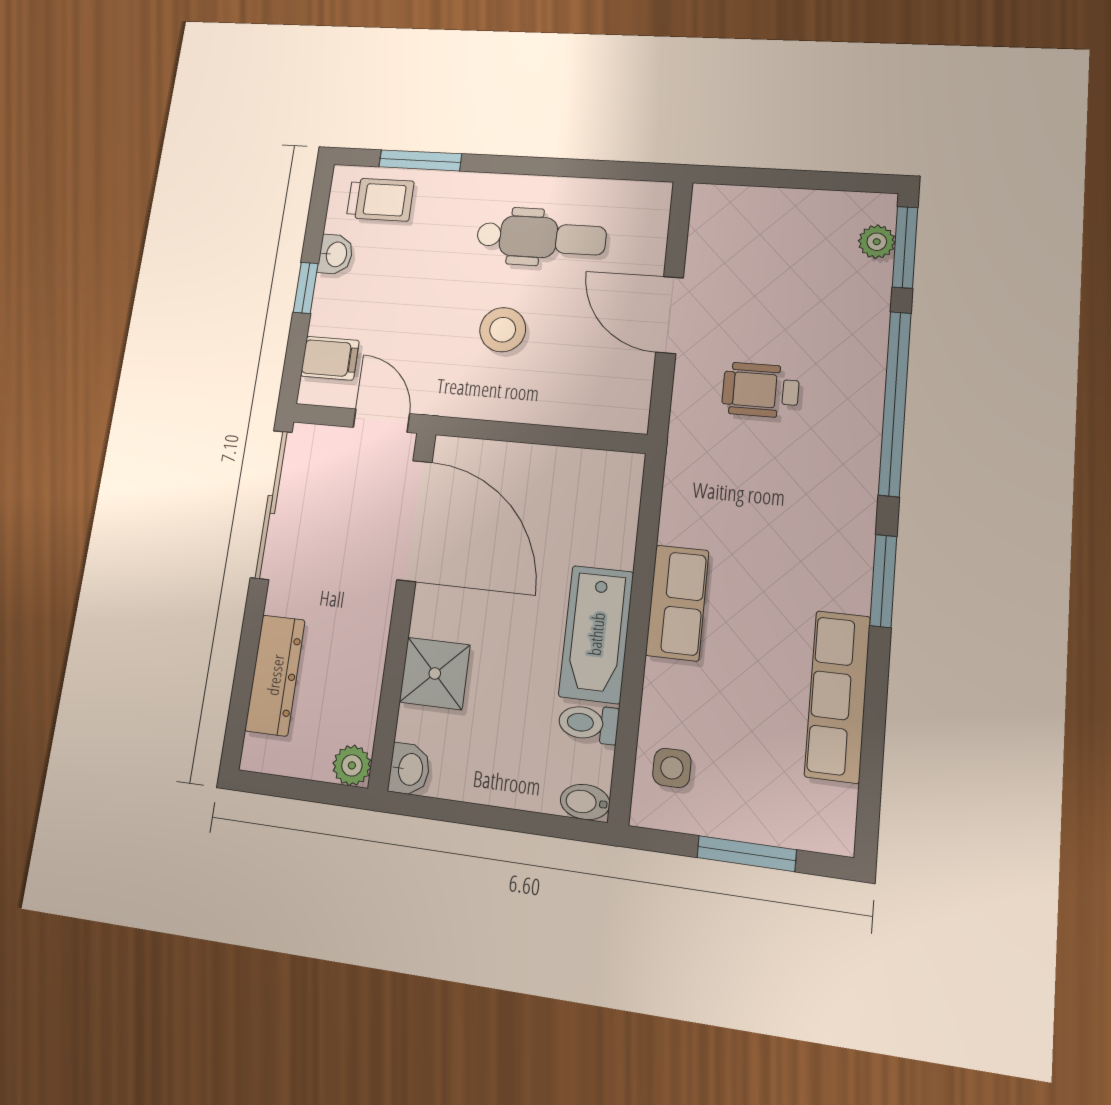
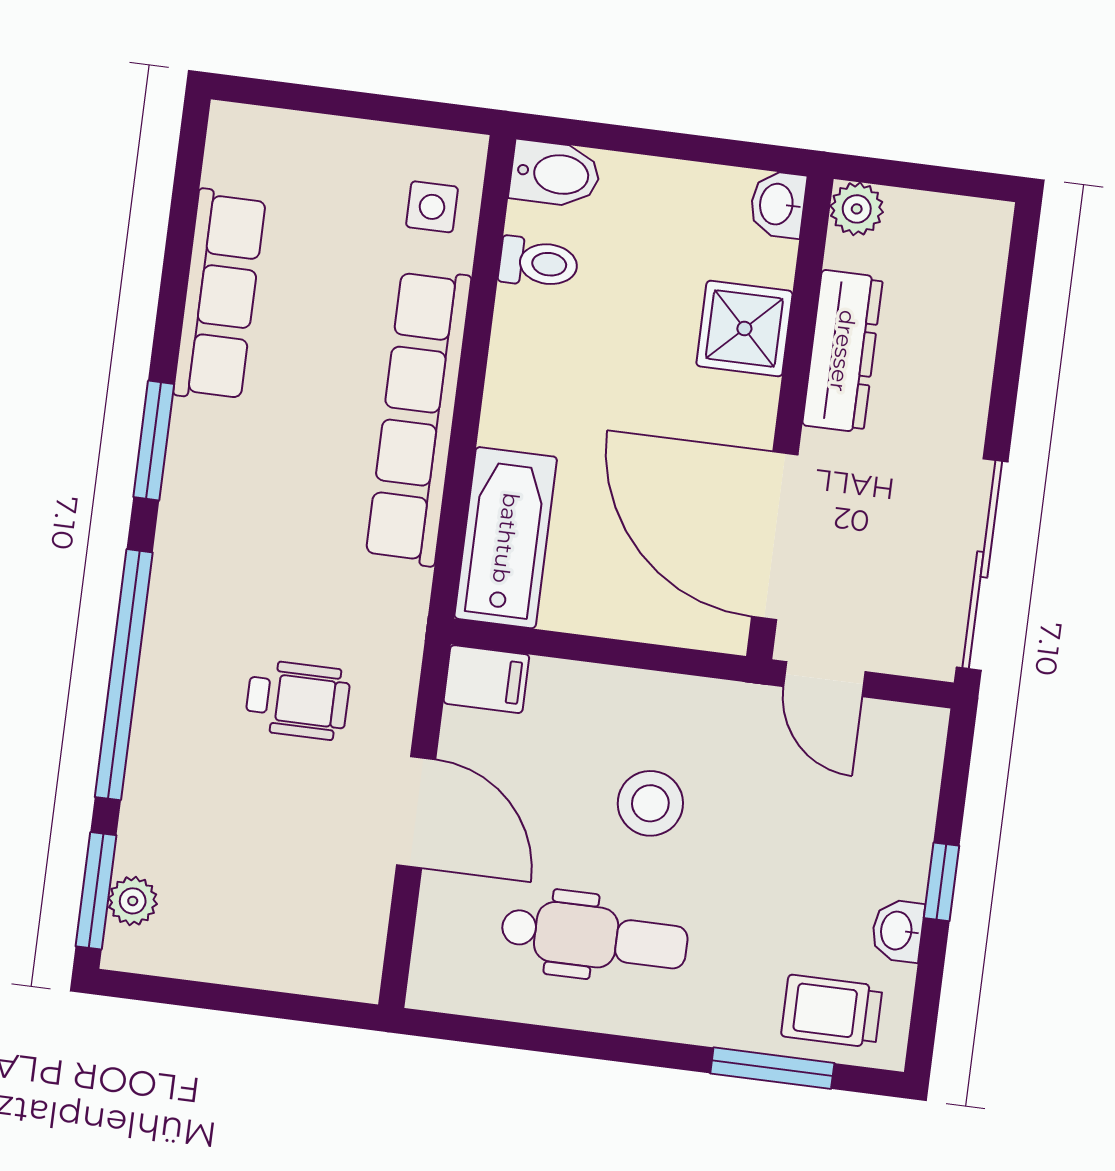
dental chair: (541, 237) -> (594, 937), turned 180
filing cabinet: (330, 358) -> (486, 679), moved, turned 180
row of seats: (677, 603) -> (418, 417), width x2.02
bathtub: (596, 634) -> (506, 538), moved
dresser: (275, 675) -> (843, 351), moved, turned 180
bidet: (585, 802) -> (555, 174), width x1.38, depth x1.36
window: (747, 854) -> (342, 103), removed

